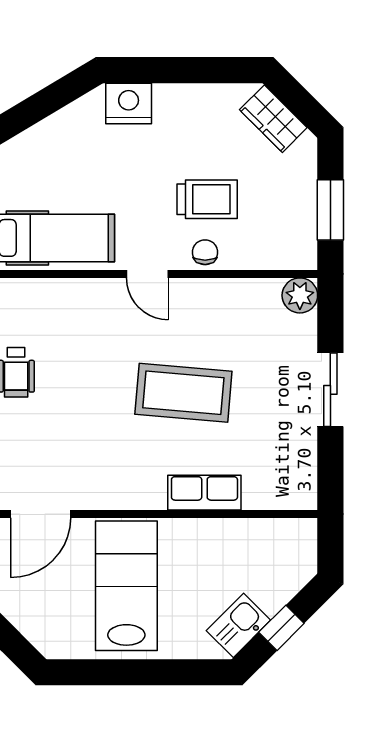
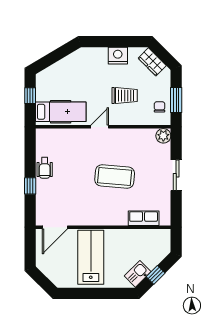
nightstand: (129, 104) -> (118, 56), moved
chair: (205, 252) -> (160, 107), moved
door: (147, 274) -> (100, 127), swing flipped
row of seats: (204, 493) -> (144, 218), moved

